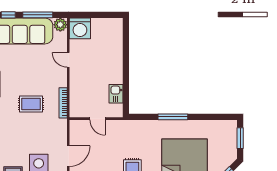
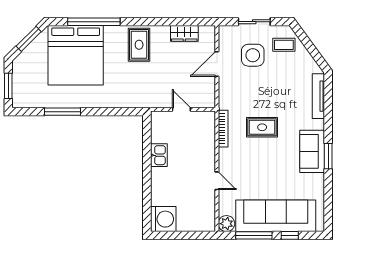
washing machine: (80, 28) -> (163, 219), moved, turned 90
kitchen sink: (116, 94) -> (159, 155), moved
window: (173, 117) -> (63, 112), moved

